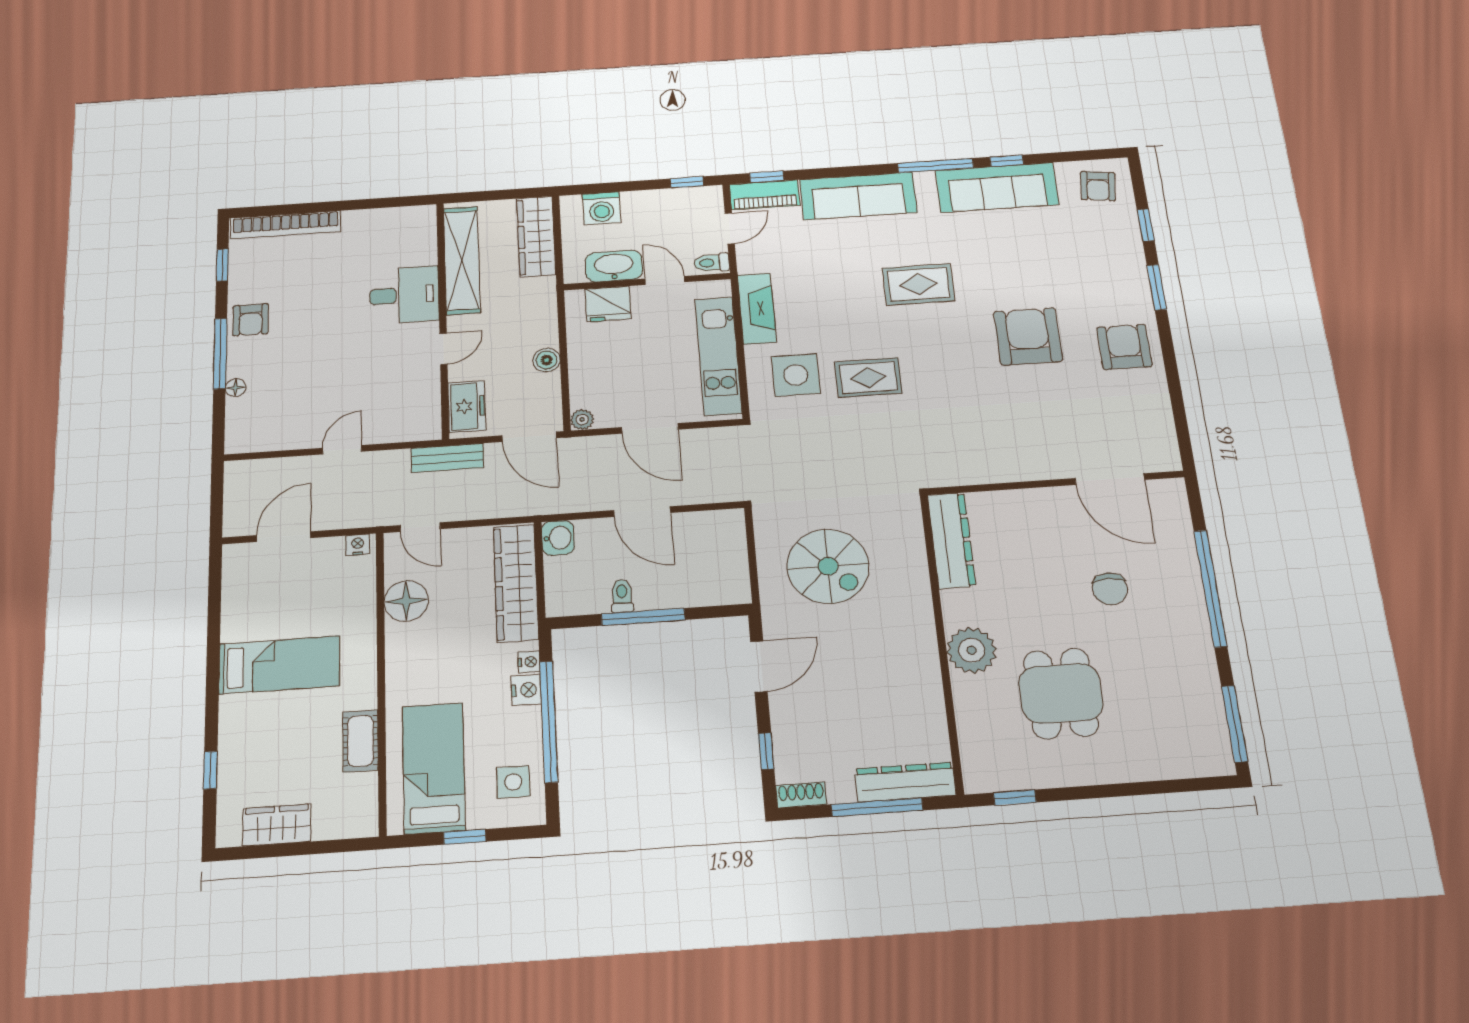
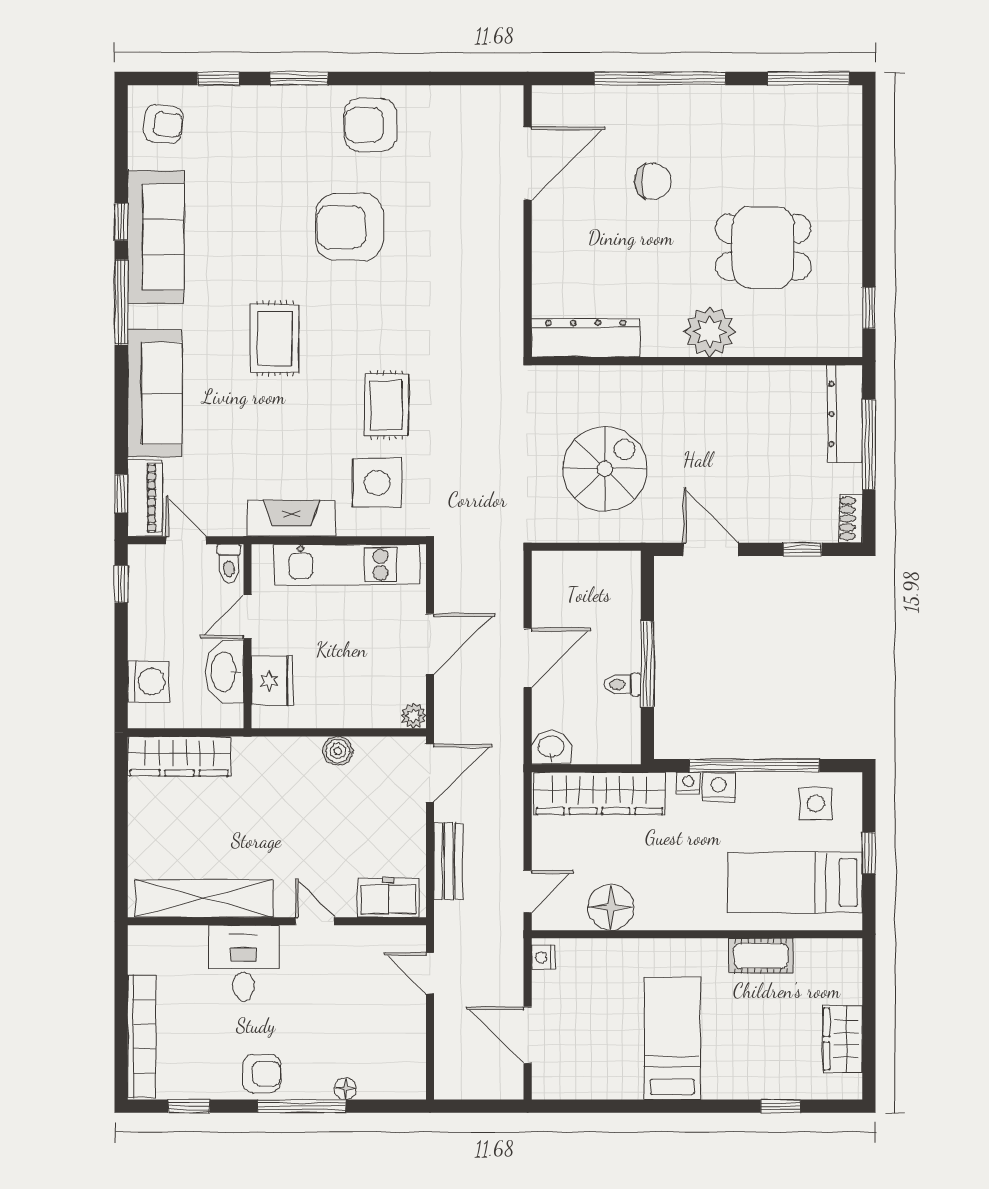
shelving: (462, 260) -> (204, 899), moved
desk: (404, 295) -> (243, 963), moved
wall: (443, 319) -> (277, 921), moved
door: (443, 349) -> (315, 921), moved
freezer: (467, 407) -> (388, 898), moved

